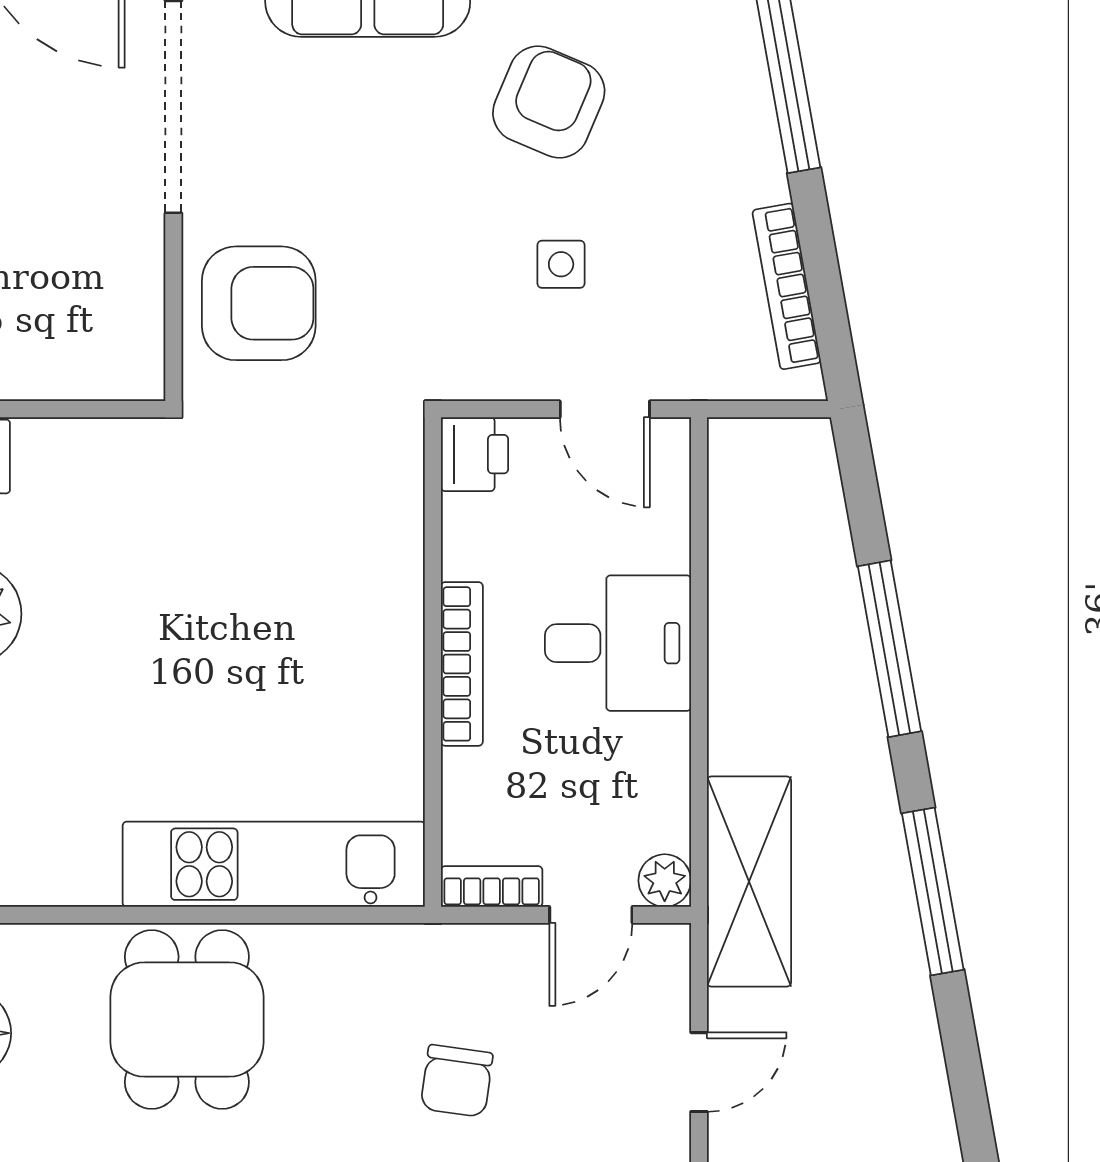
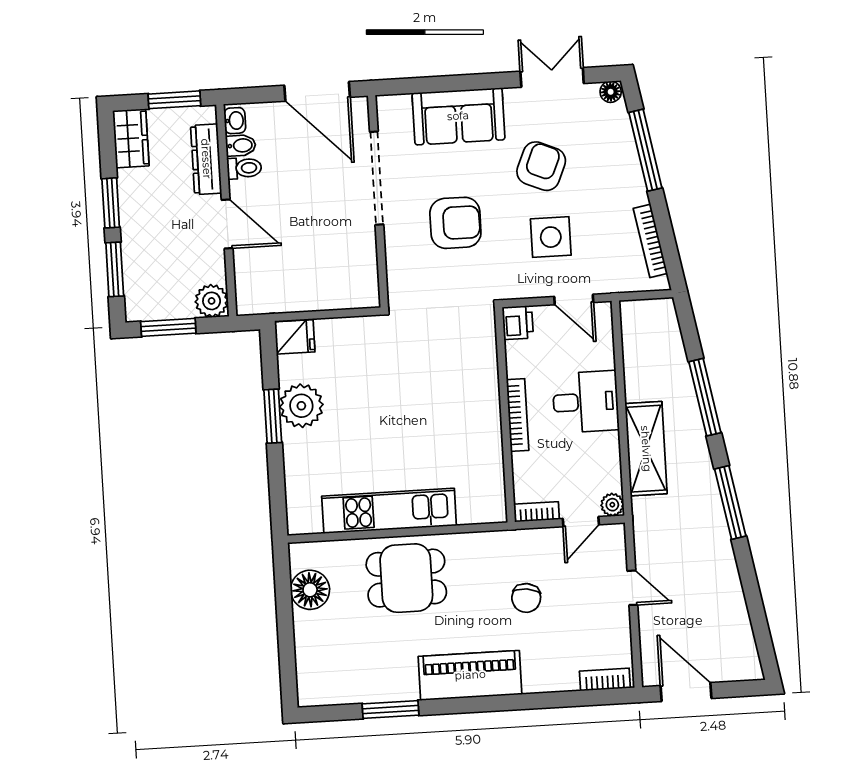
side table: (561, 264) -> (551, 237), width x1.87, depth x1.87
armchair: (259, 303) -> (455, 223), moved
kitchen unit: (274, 864) -> (389, 511), moved
shelving: (749, 881) -> (646, 449), moved
dining table: (187, 1019) -> (406, 578), turned 90
door: (699, 1072) -> (632, 588), hinge flipped

